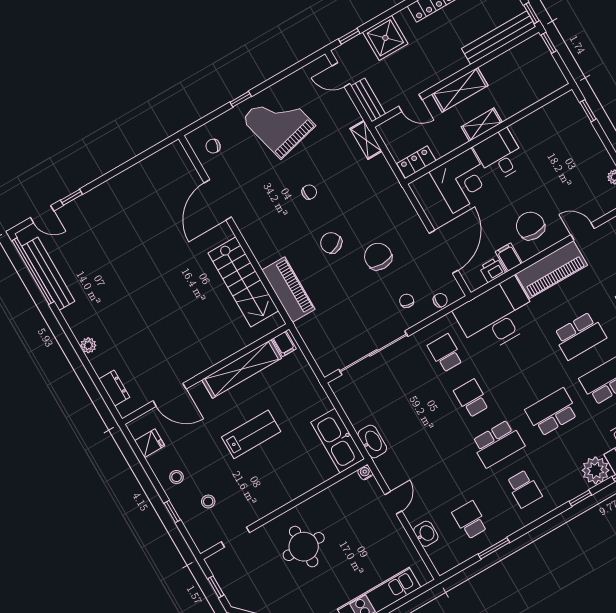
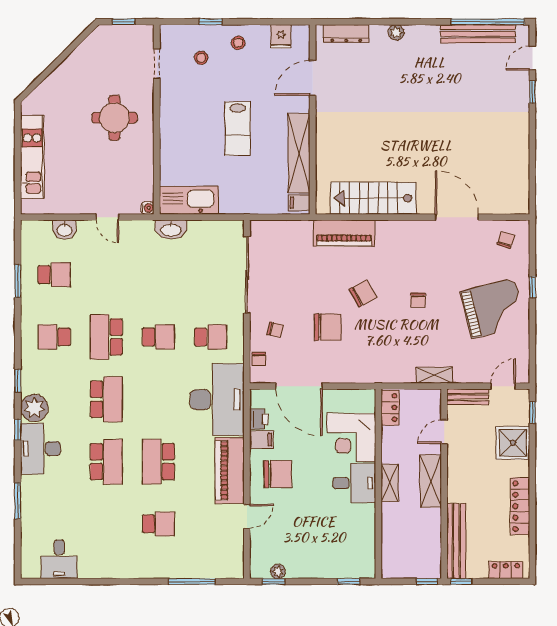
dresser: (114, 388) -> (346, 34), width x1.44

